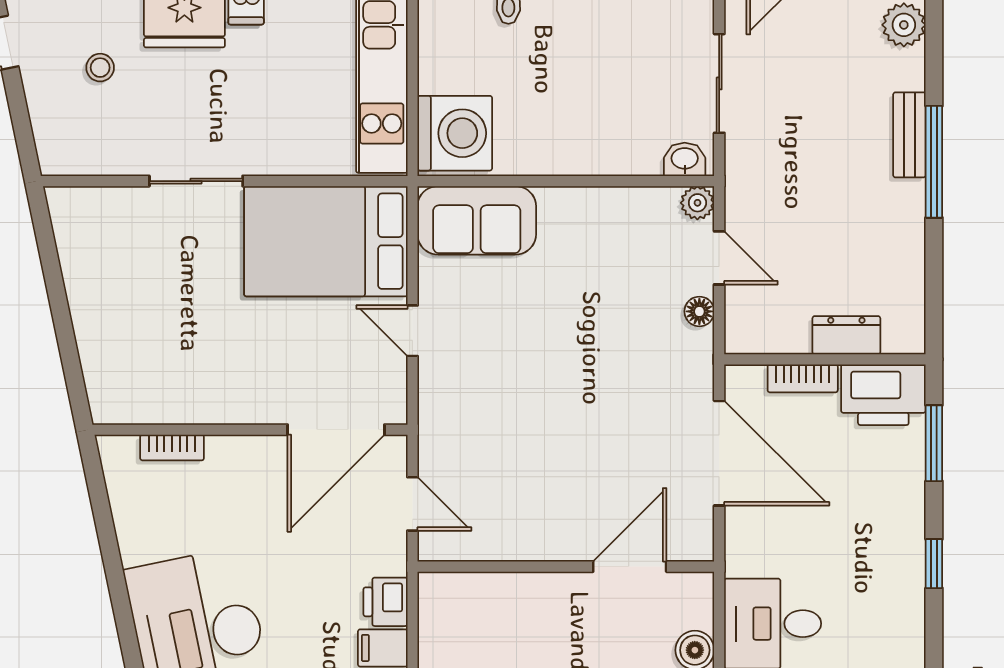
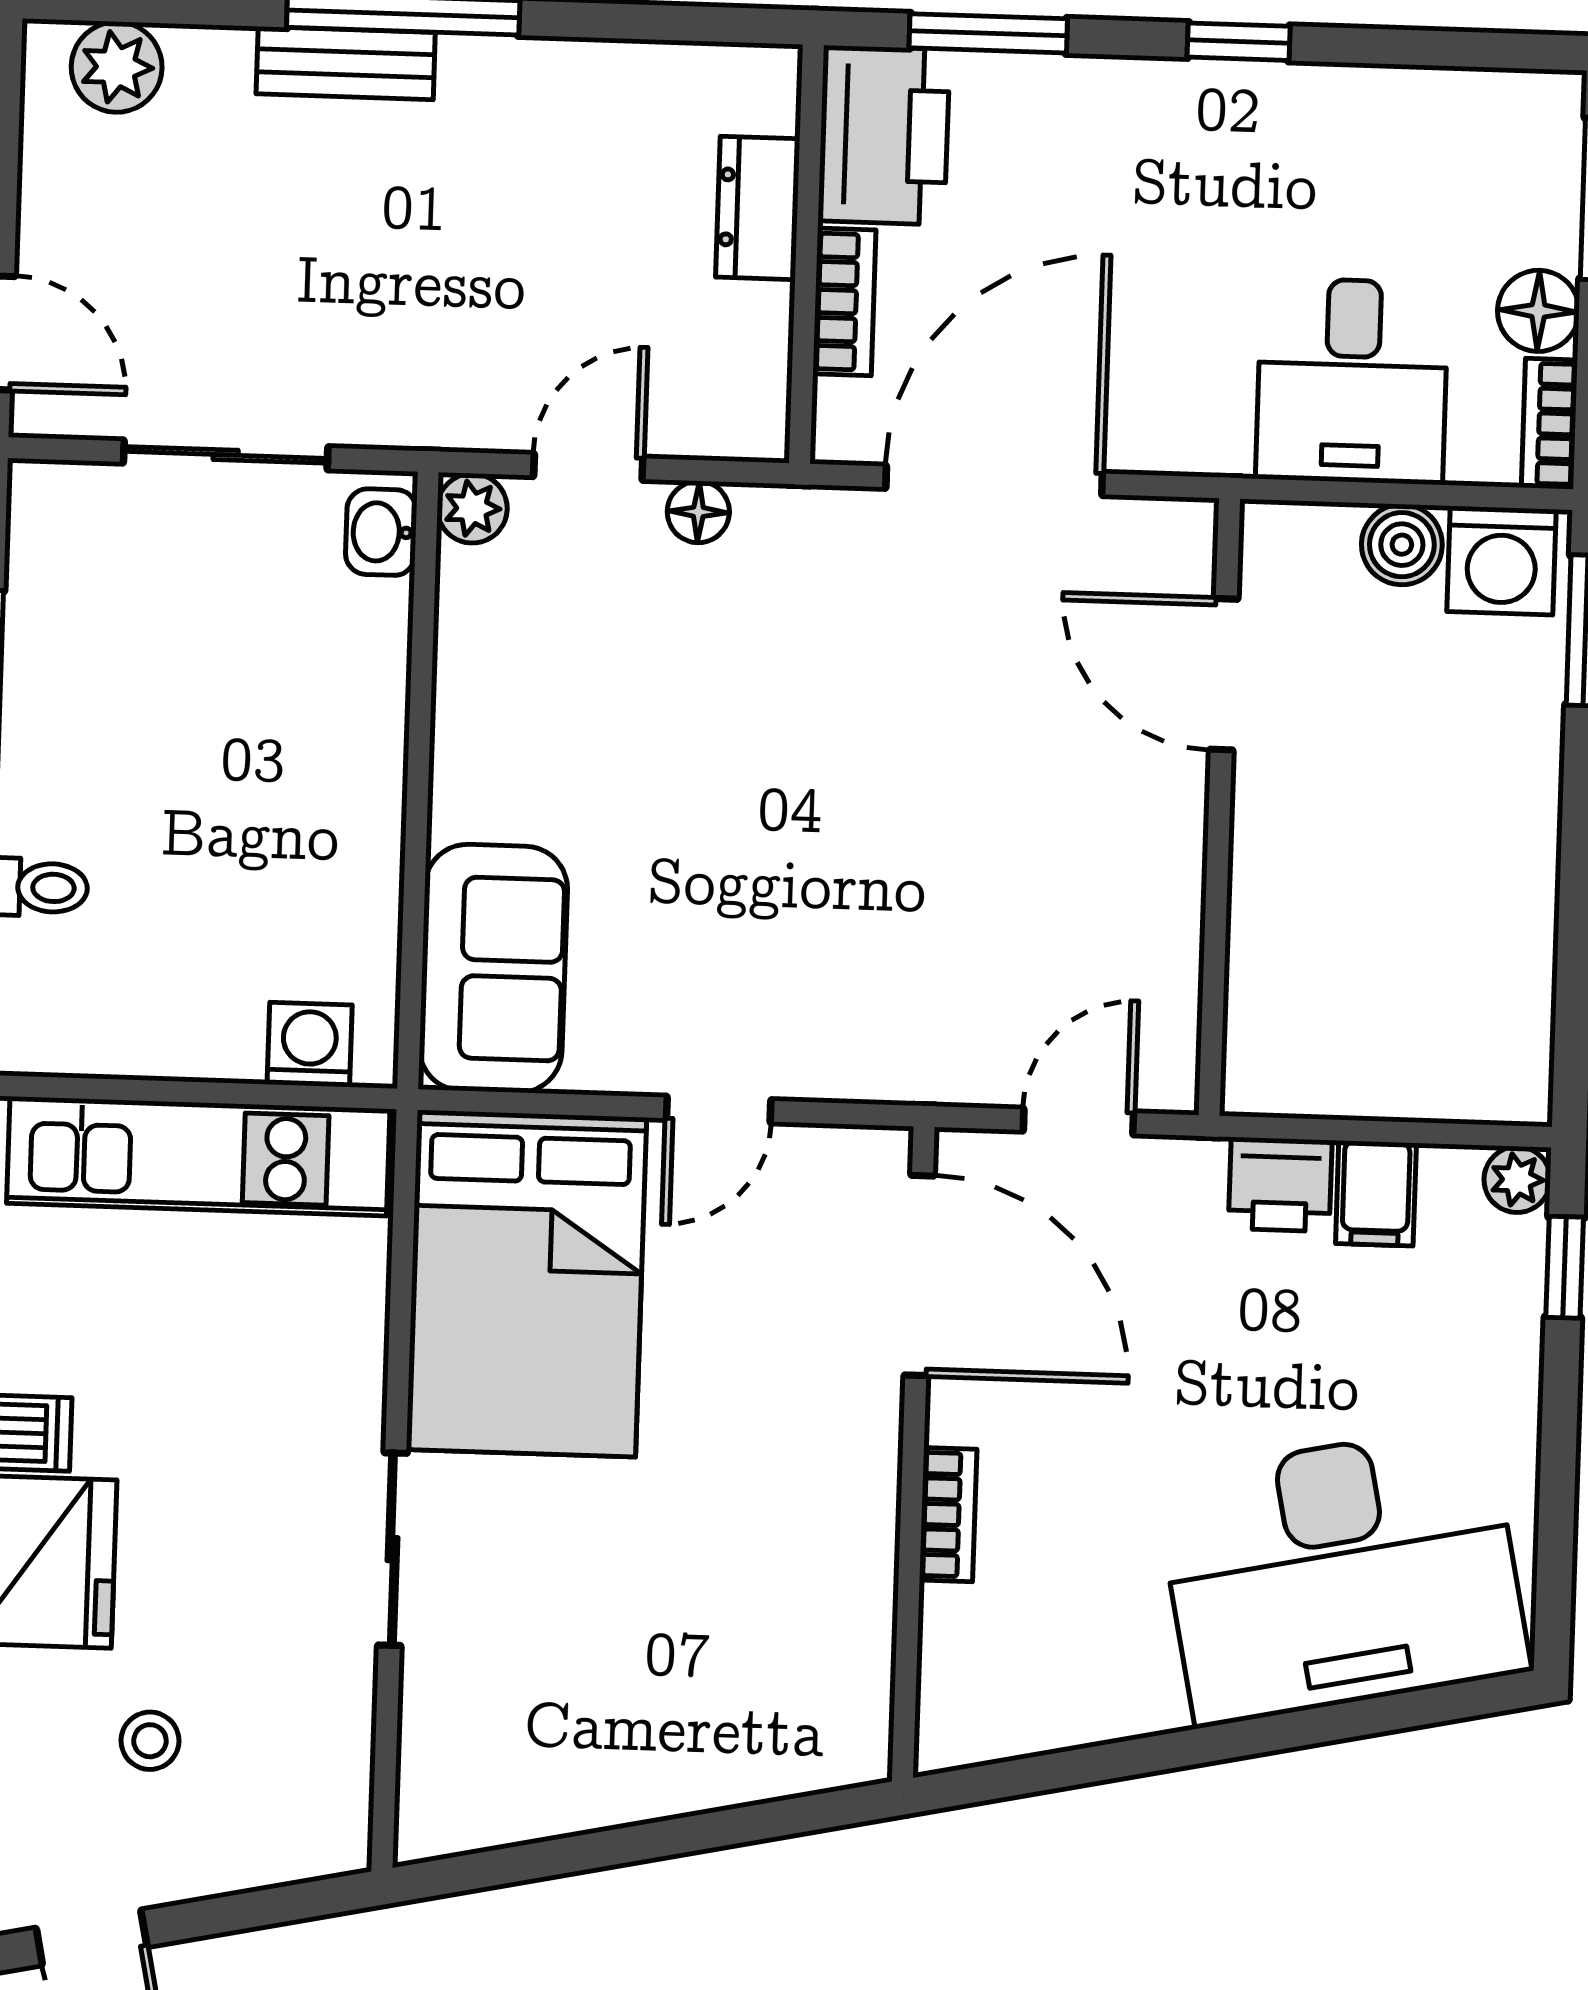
washing machine: (455, 133) -> (310, 1045), width x0.53, depth x0.53
bookcase: (172, 448) -> (948, 1515), moved

